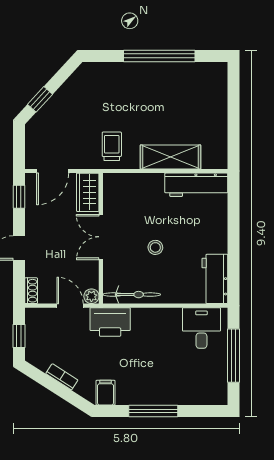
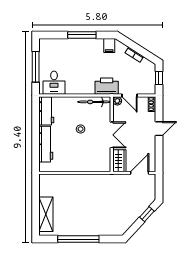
trolley: (112, 146) -> (106, 187), removed
shelving: (171, 157) -> (46, 214), moved, turned 90
workbench: (196, 185) -> (46, 144), moved, turned 90
window: (19, 197) -> (159, 158), removed

